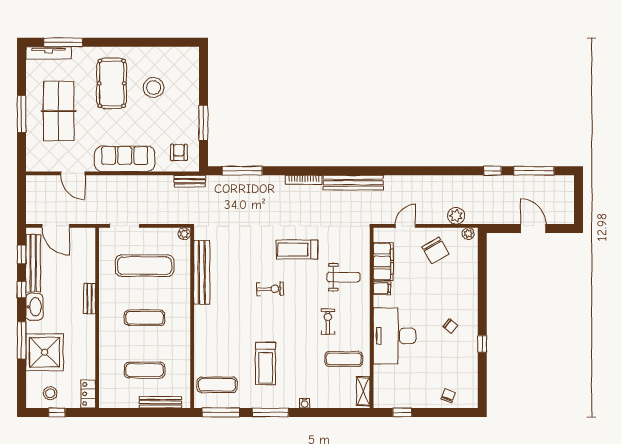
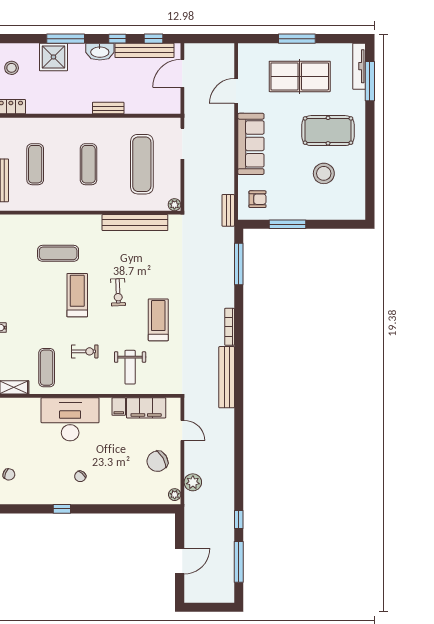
shower: (45, 352) -> (53, 57), width x0.73, depth x0.73
treadmill: (265, 364) -> (77, 295), moved, turned 90
exercise mat: (217, 385) -> (58, 253), moved, turned 90

